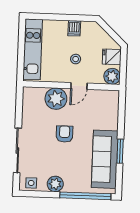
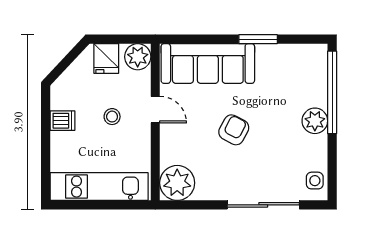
plant: (56, 99) -> (177, 183), moved
armchair: (65, 134) -> (234, 130), turned 118
sofa: (105, 159) -> (208, 63), moved
plant: (55, 184) -> (315, 121), moved

